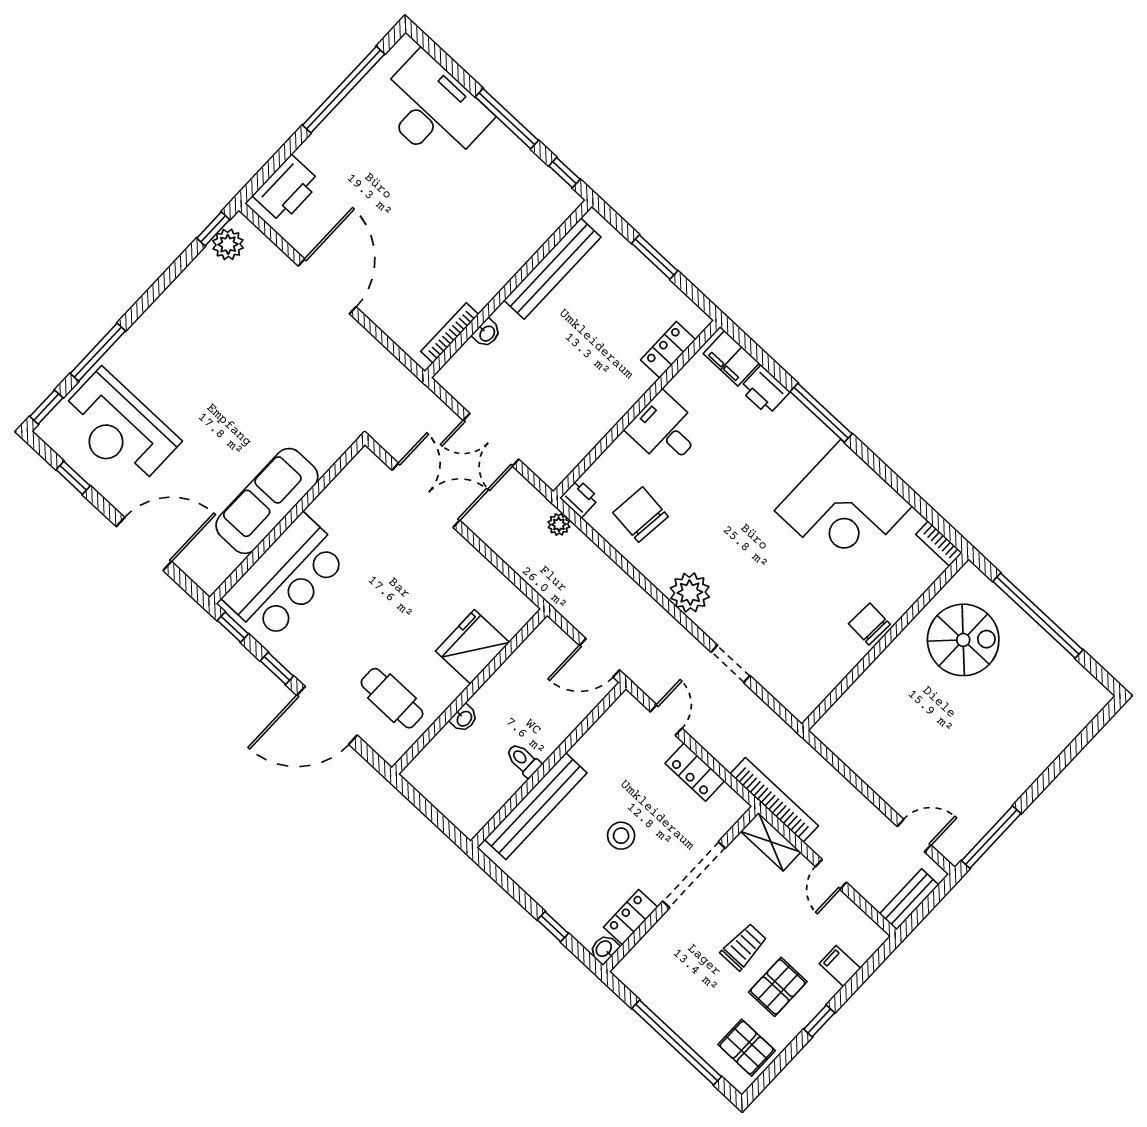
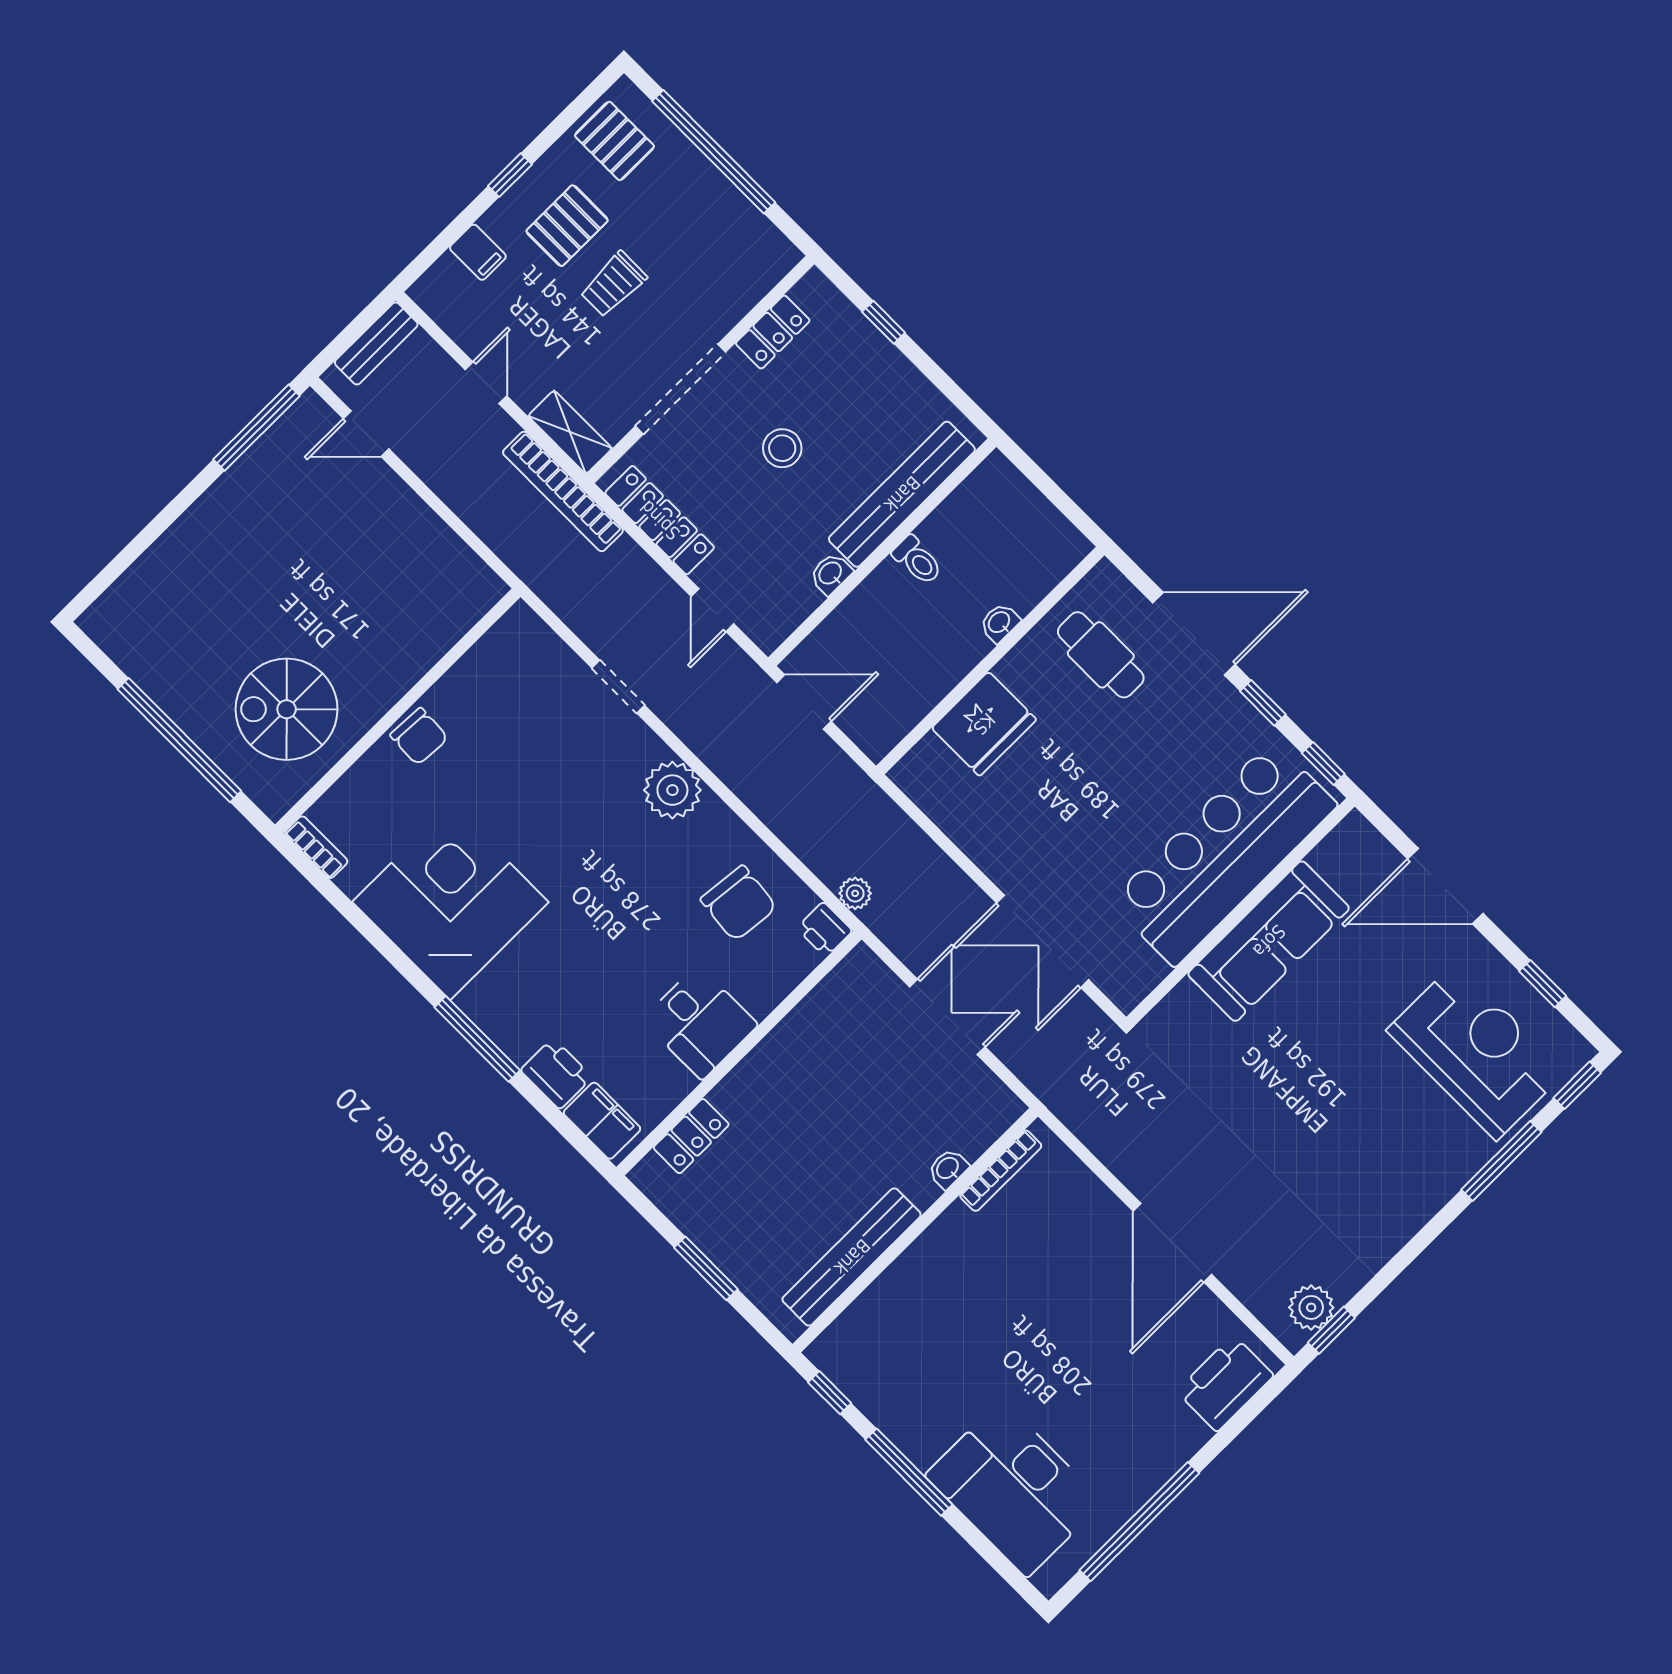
bar counter: (286, 577) -> (1223, 853), width x1.36
locker: (695, 772) -> (660, 520), width x1.53
washbasin: (604, 949) -> (831, 574), moved, turned 180

